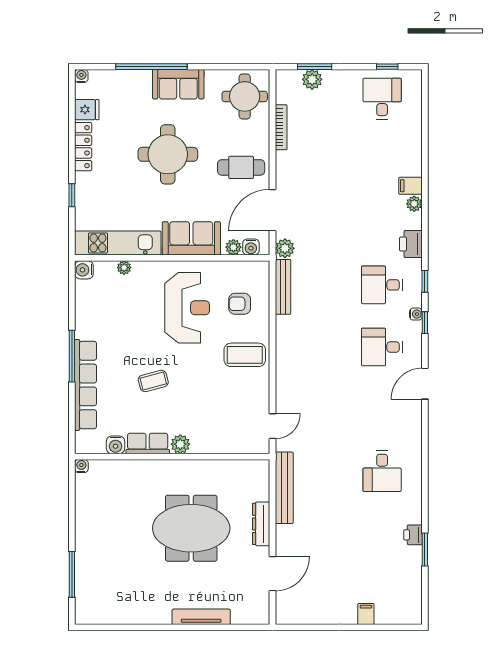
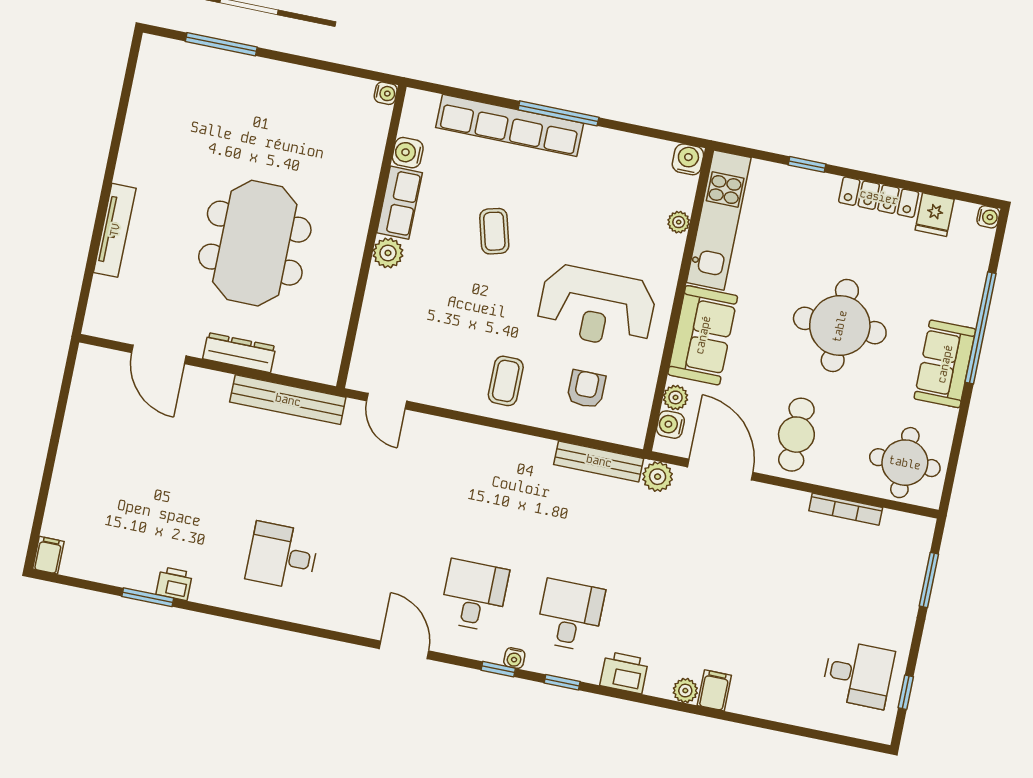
plant: (312, 79) -> (910, 572), removed
coffee table: (245, 355) -> (506, 381), width x0.73, depth x0.77
filing cabinet: (366, 614) -> (48, 555), moved, turned -90

